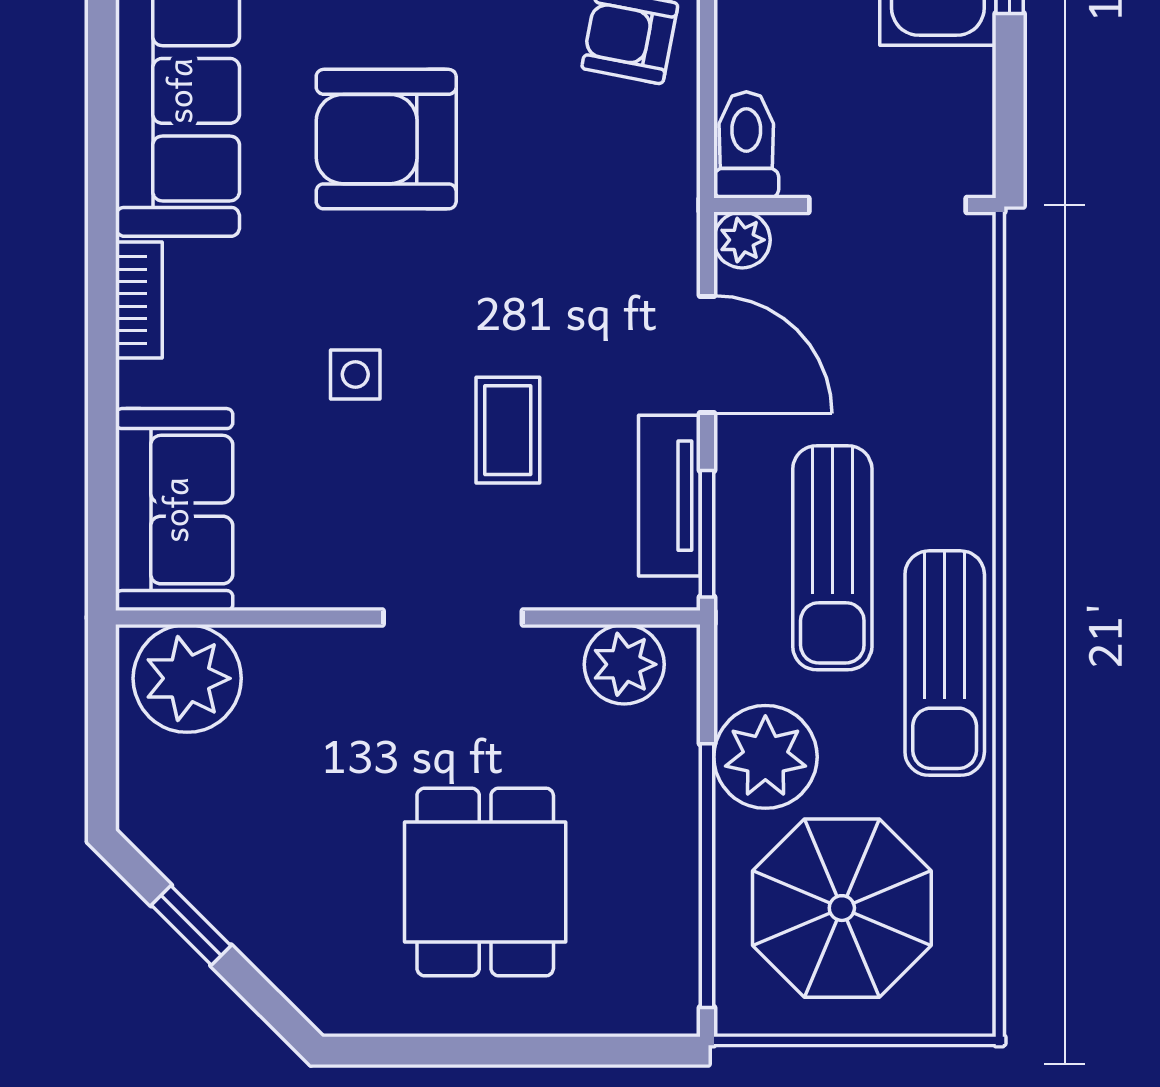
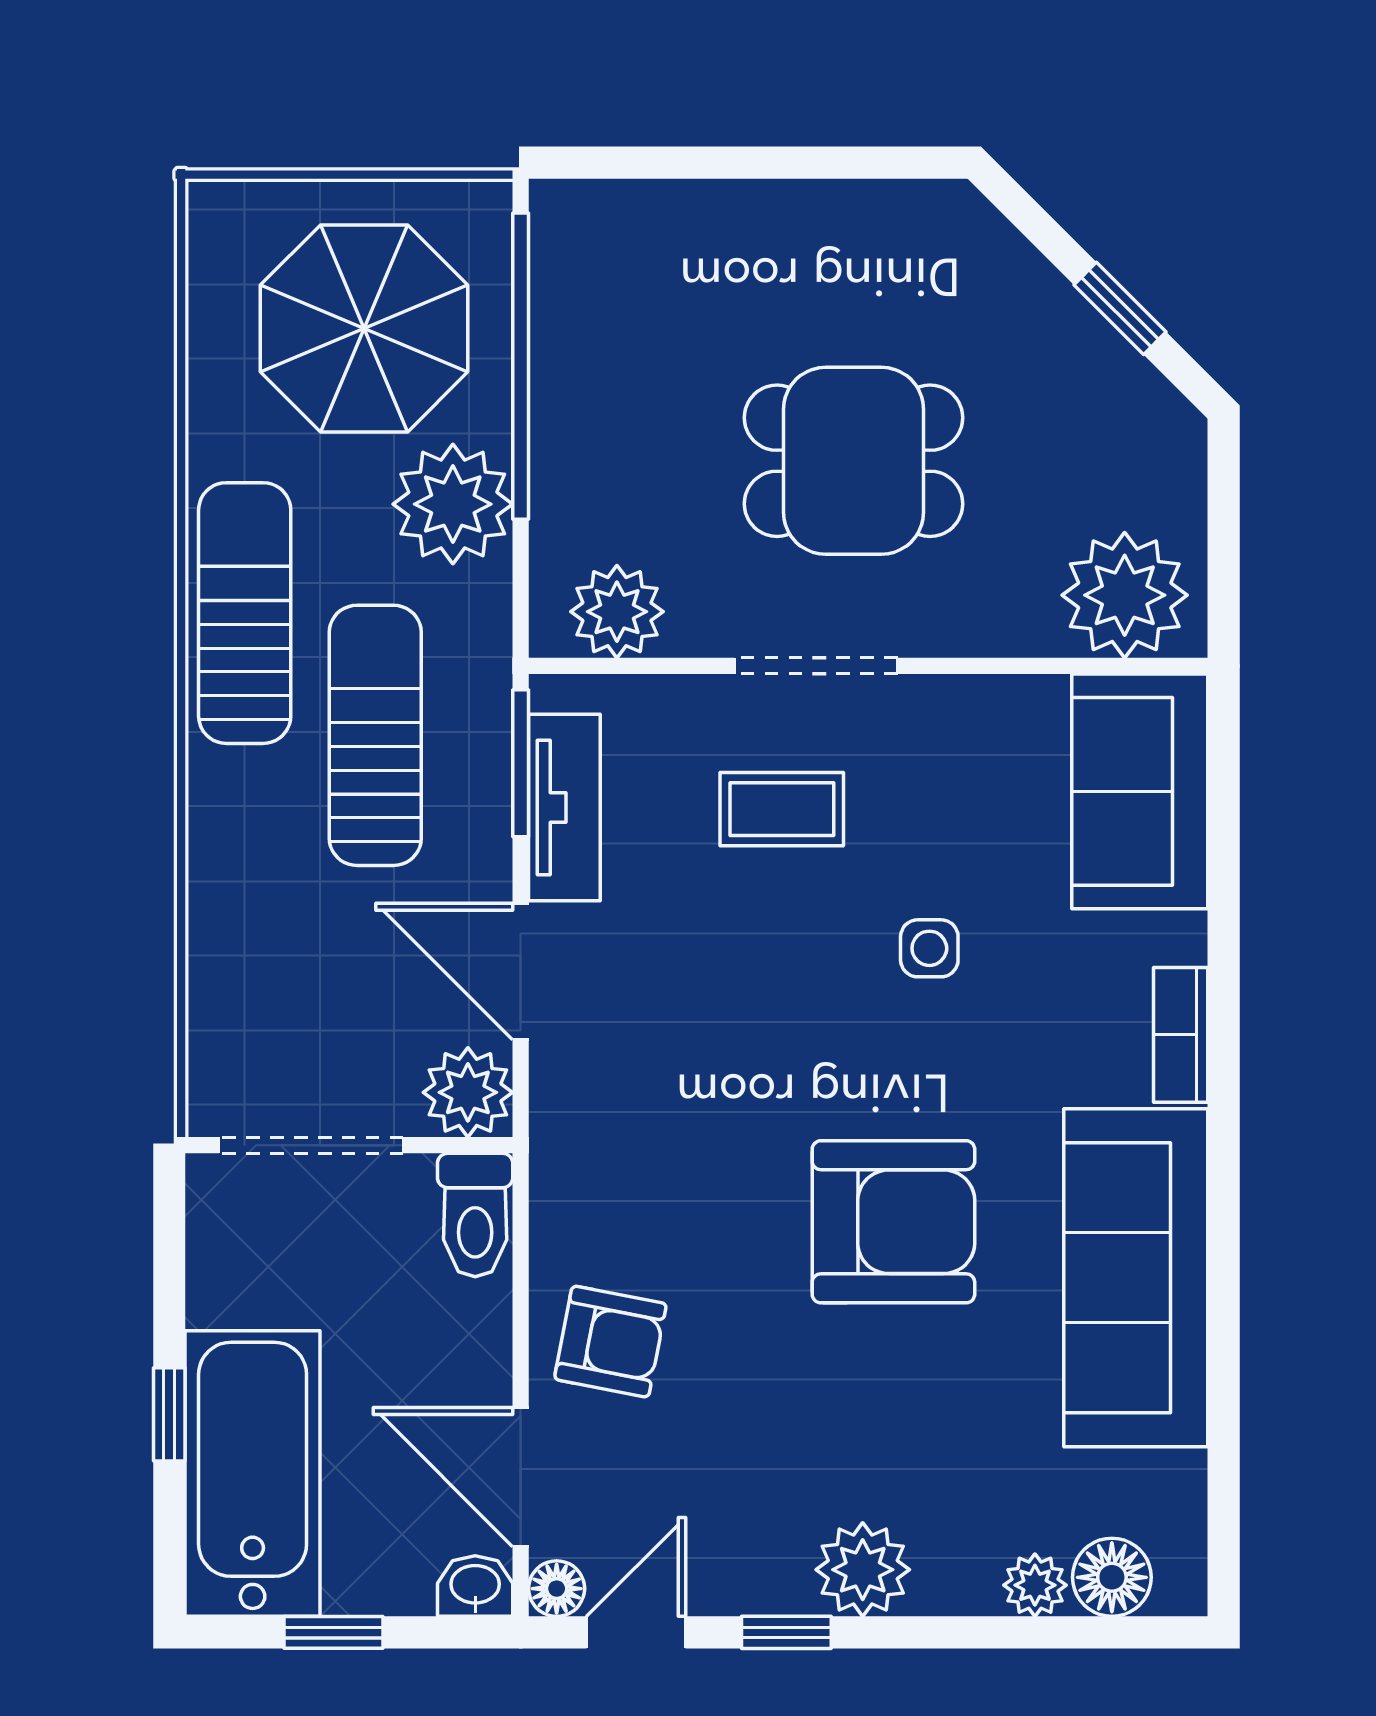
plant: (742, 240) -> (468, 1092), width x1.38, depth x1.38
coffee table: (508, 430) -> (782, 809), moved, turned 90
dining table: (485, 882) -> (854, 461), moved, turned 90

